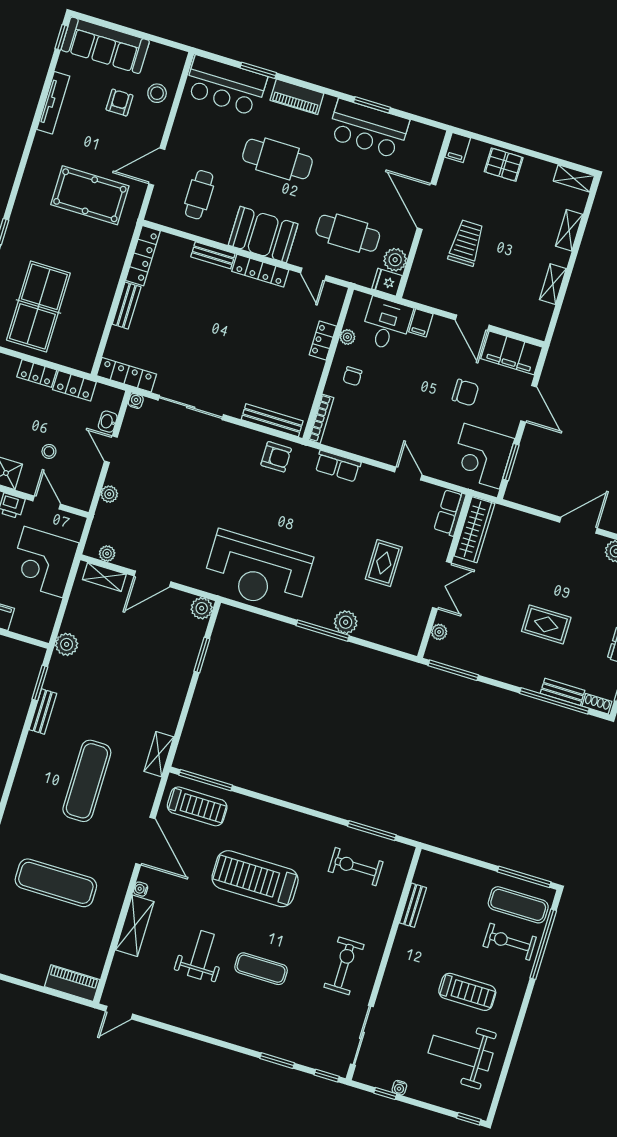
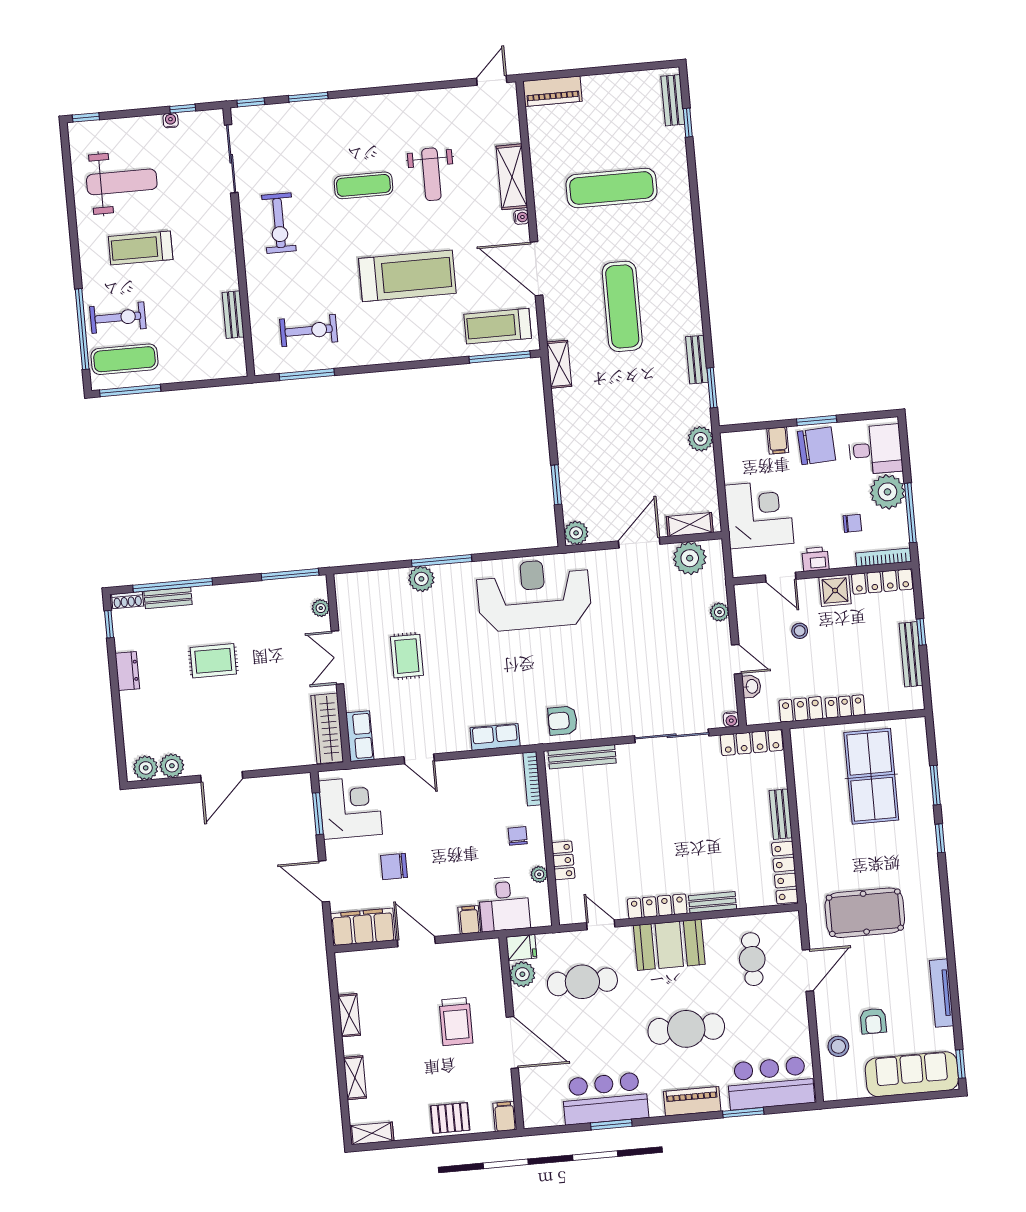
plant: (107, 554) -> (690, 558), width x1.87, depth x1.87

